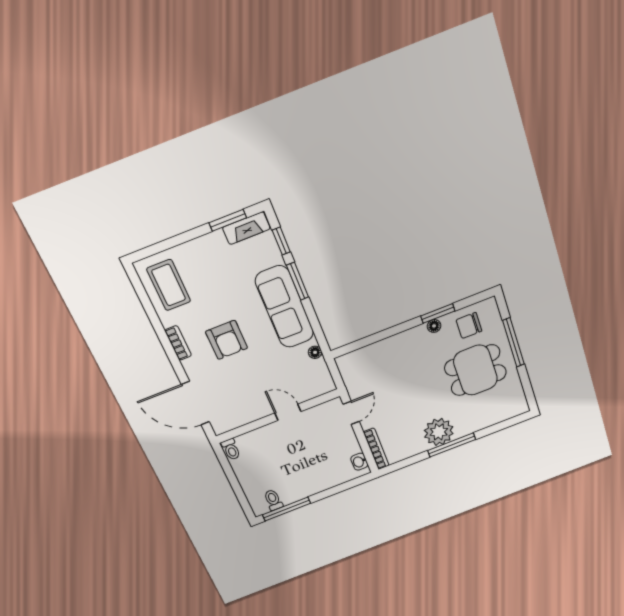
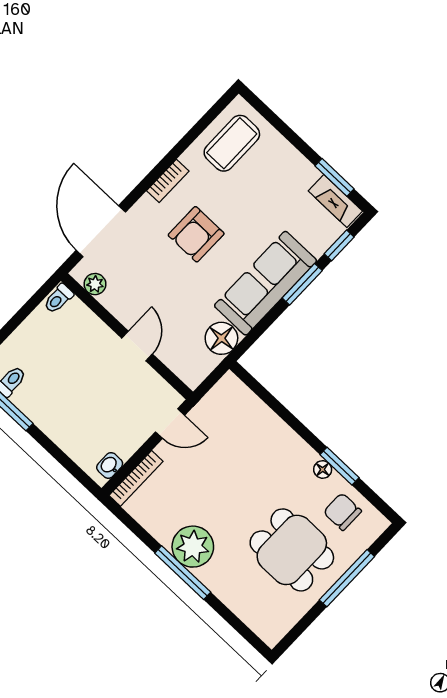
floor lamp: (315, 352) -> (221, 338), width x1.89, depth x1.89
plant: (232, 422) -> (95, 284), added

